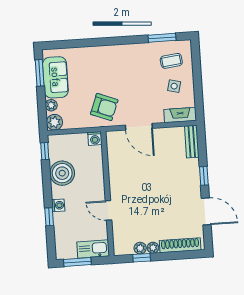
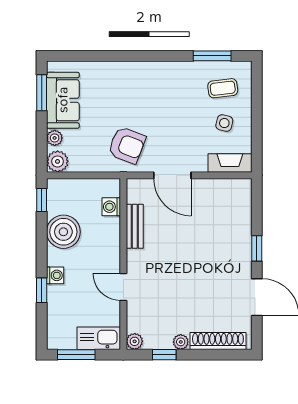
washing machine: (95, 139) -> (111, 207), moved, turned 90
bench: (192, 142) -> (135, 226), moved
plant: (140, 248) -> (135, 341), moved

